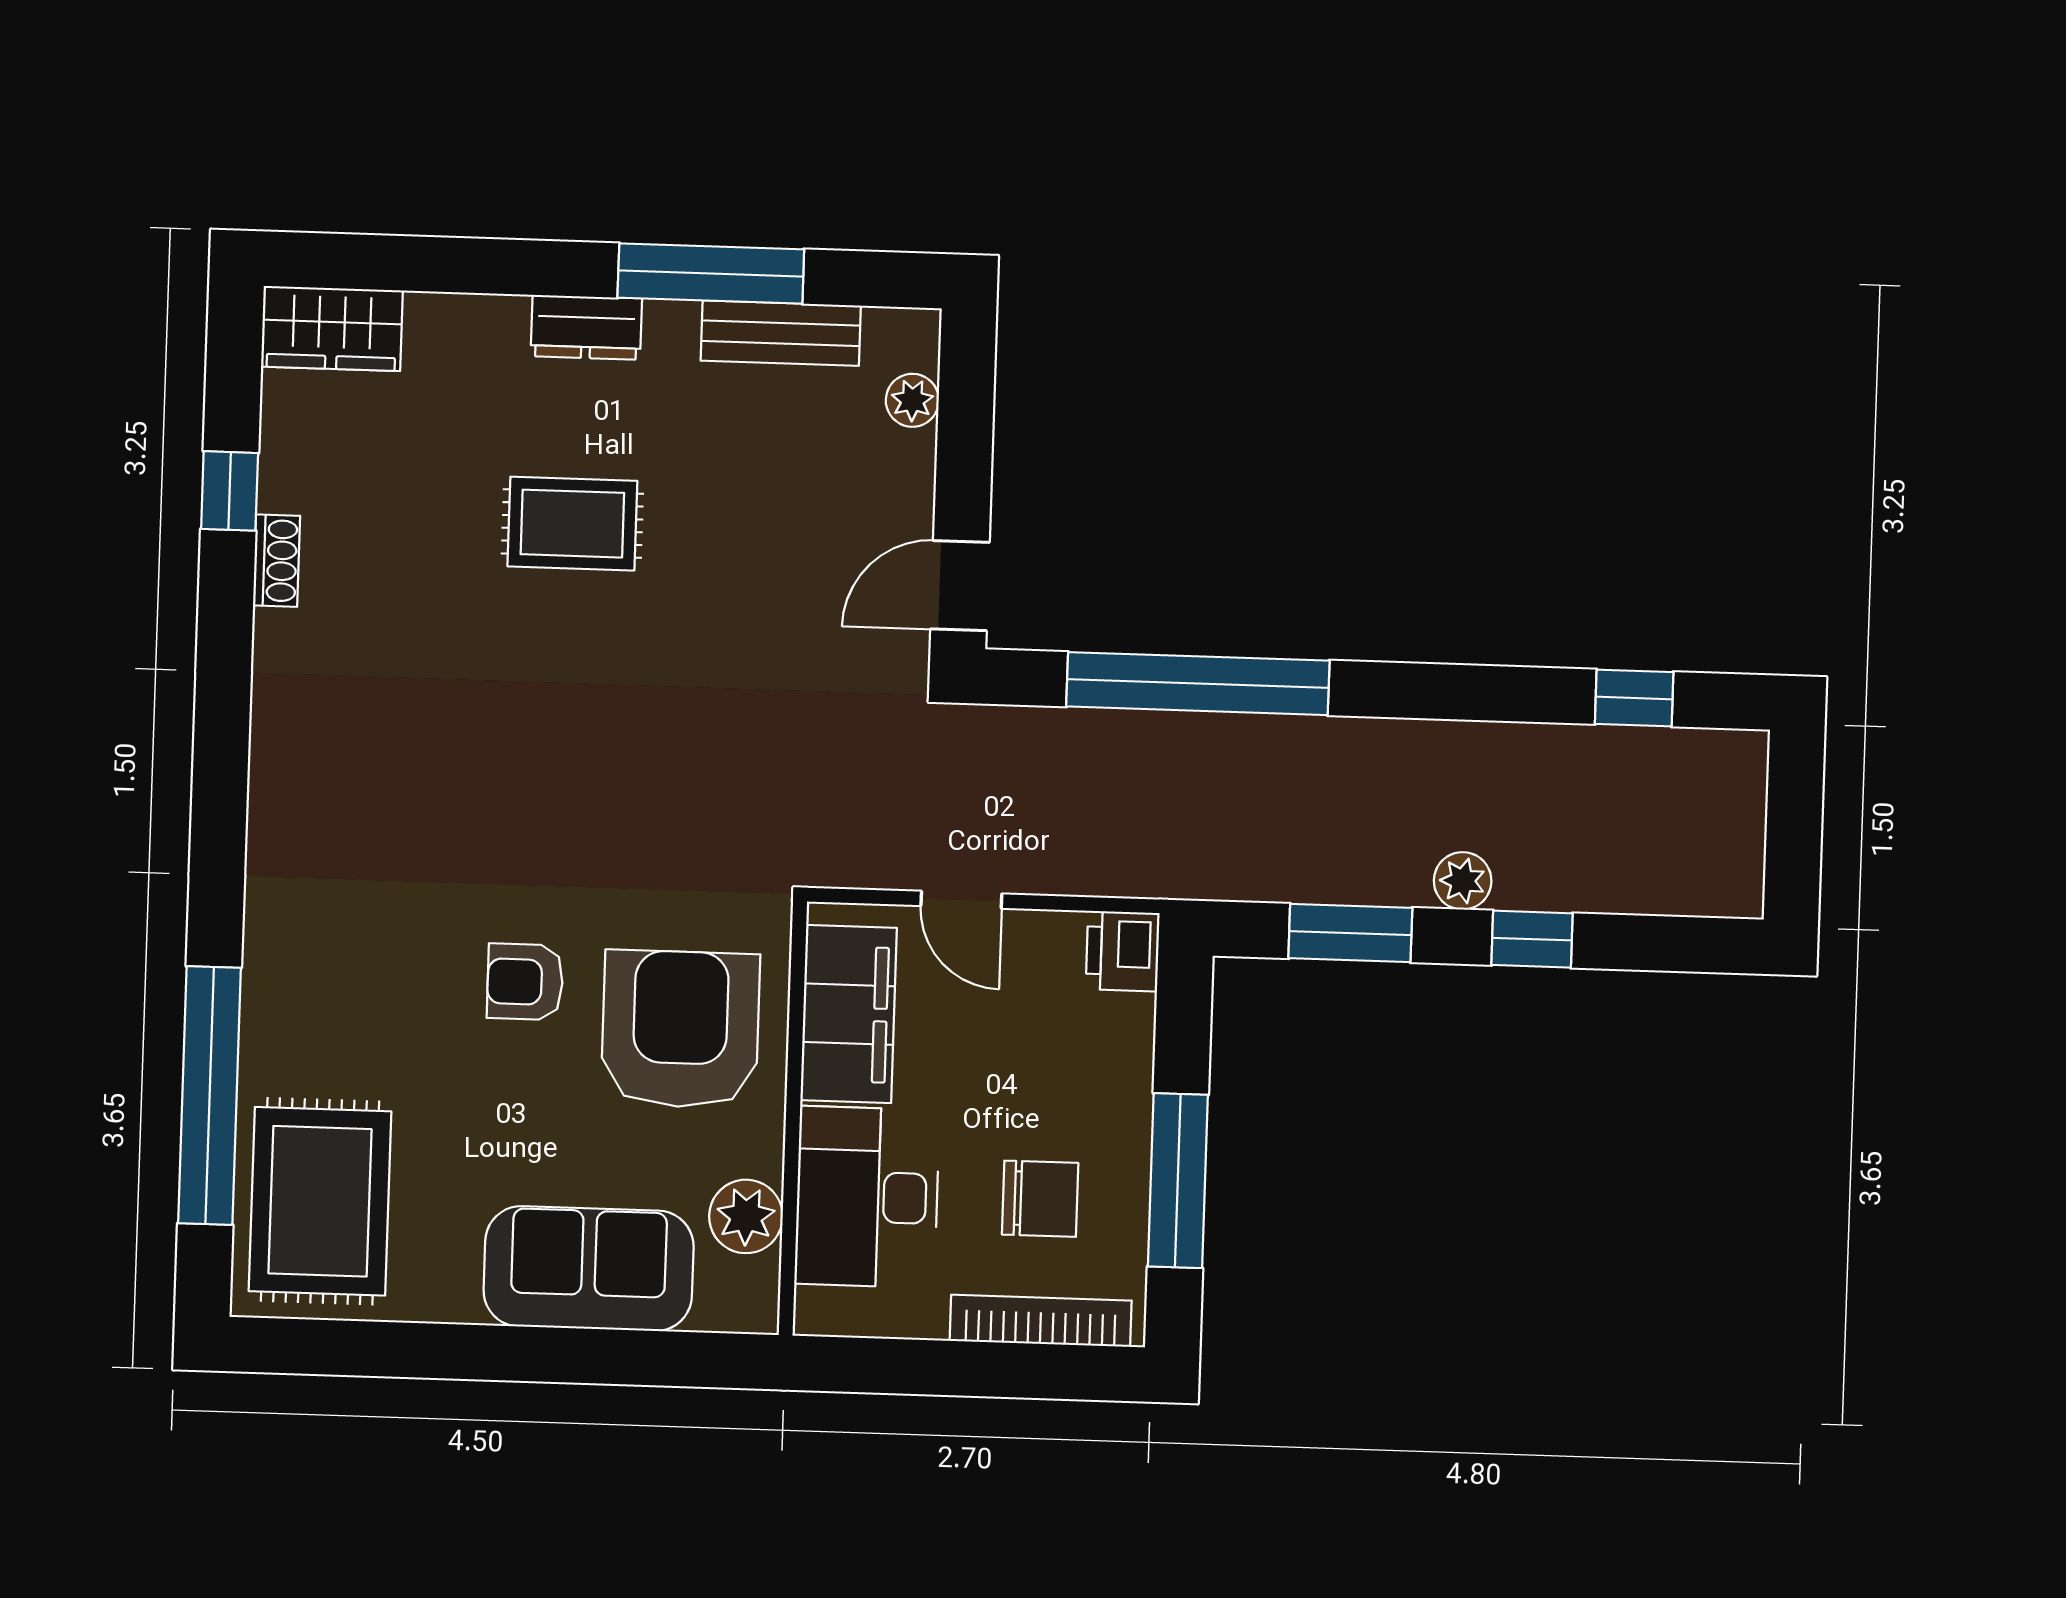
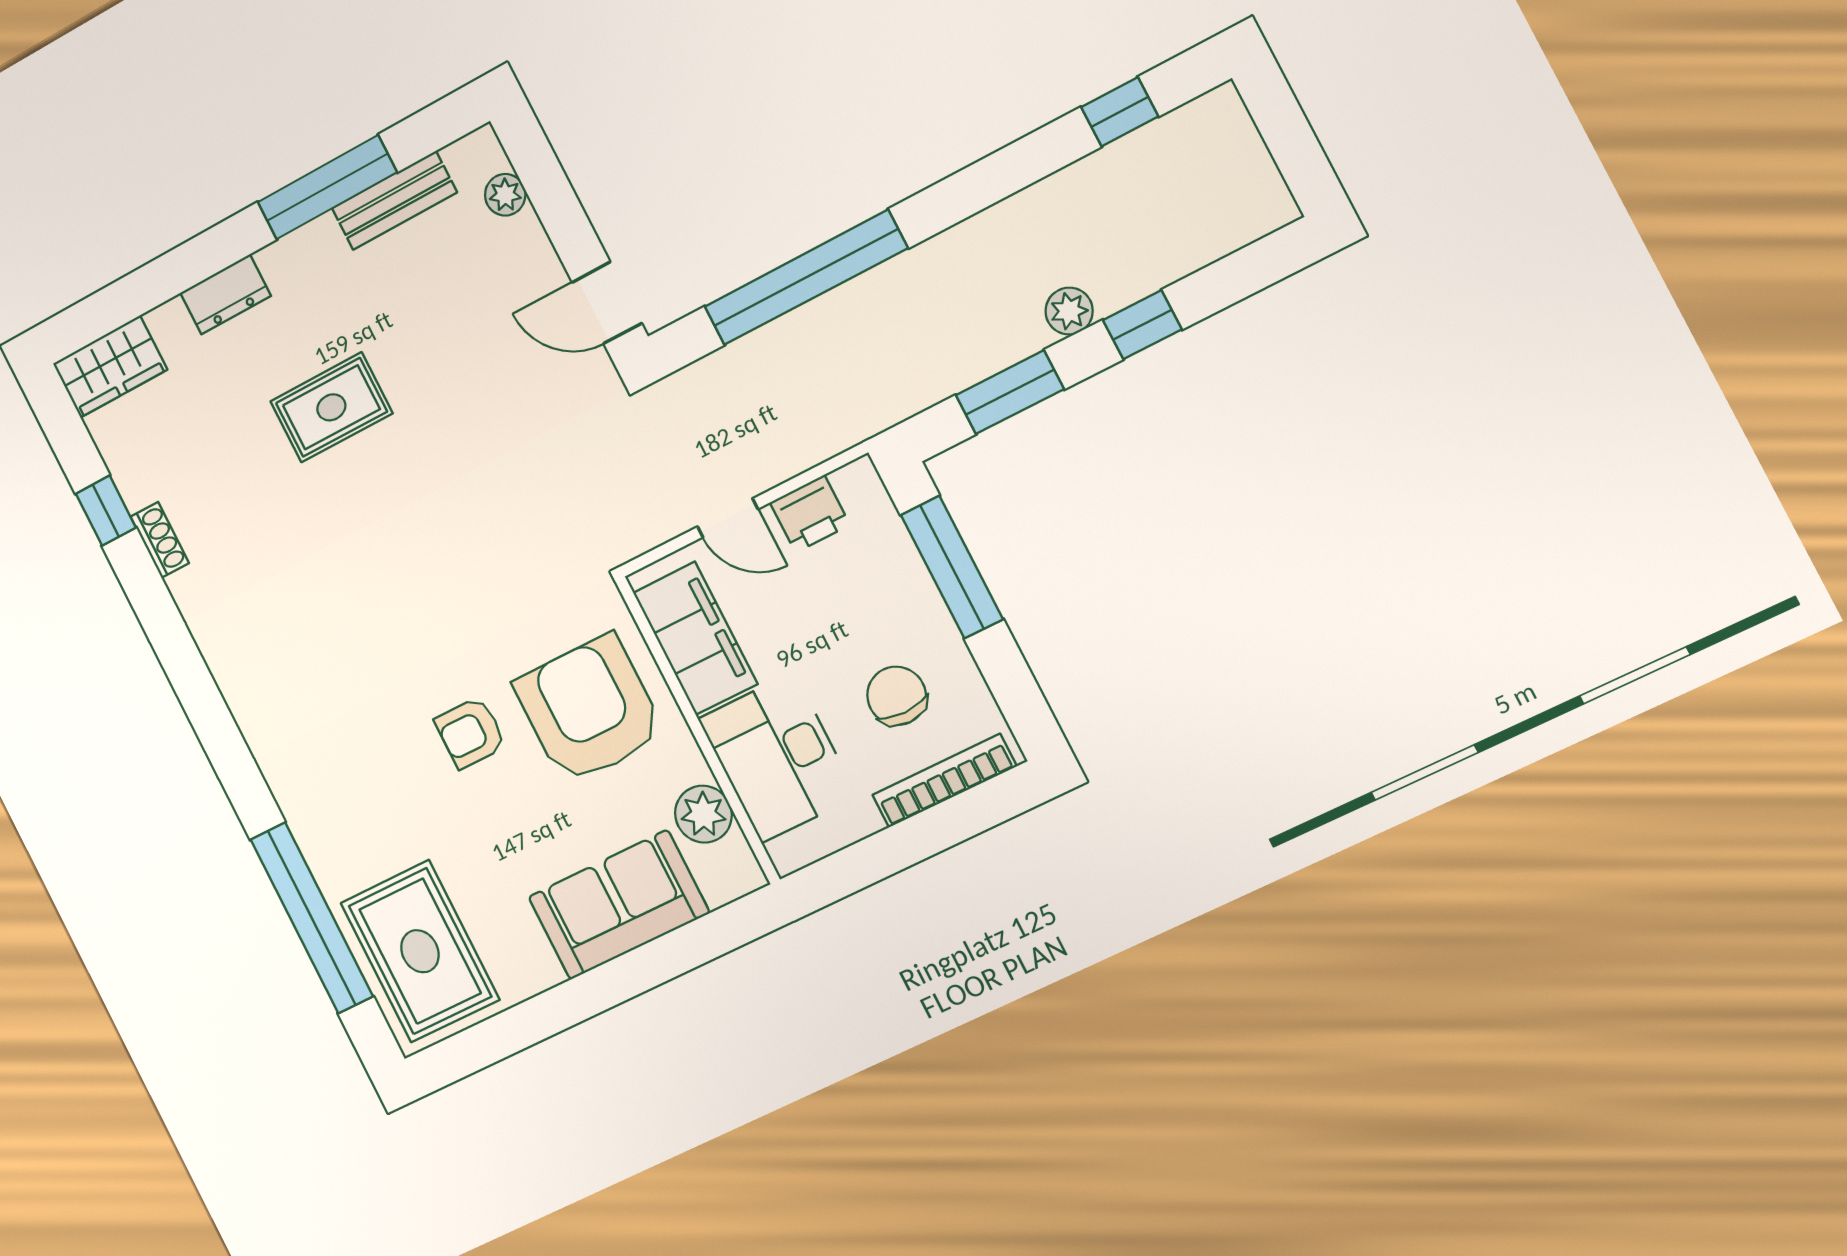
dresser: (586, 327) -> (226, 294), moved
door: (960, 586) -> (607, 303), hinge flipped
printer: (1123, 951) -> (810, 514), moved, turned -90
window: (1178, 1181) -> (952, 567), moved
chair: (1040, 1199) -> (897, 696), turned -90

